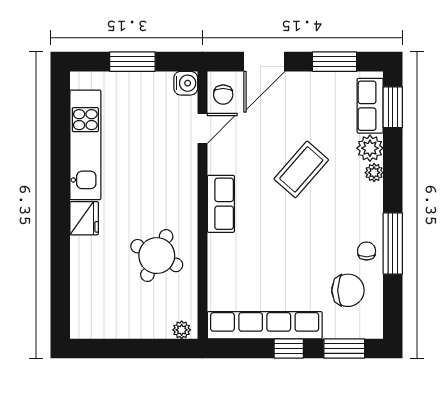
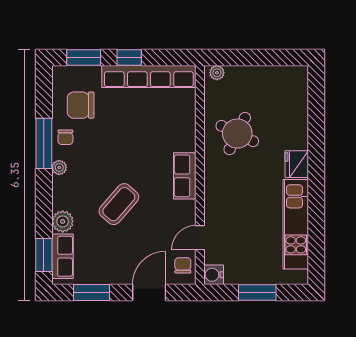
plant: (374, 173) -> (59, 167), moved

